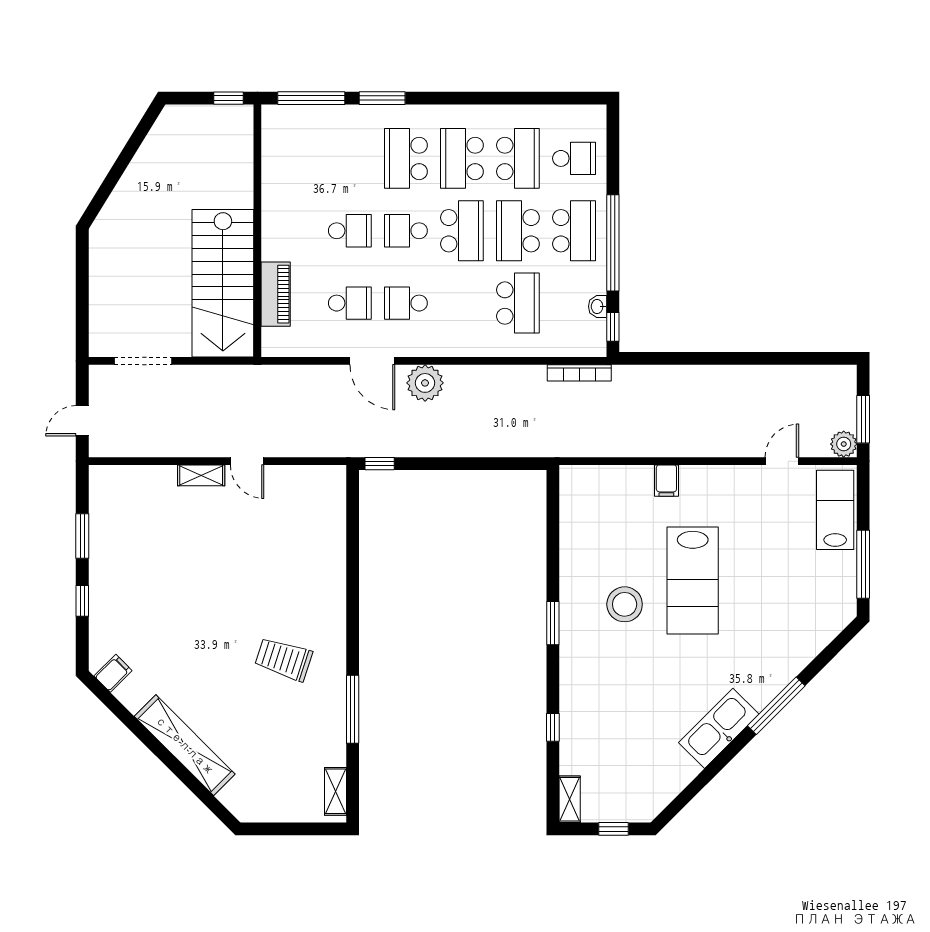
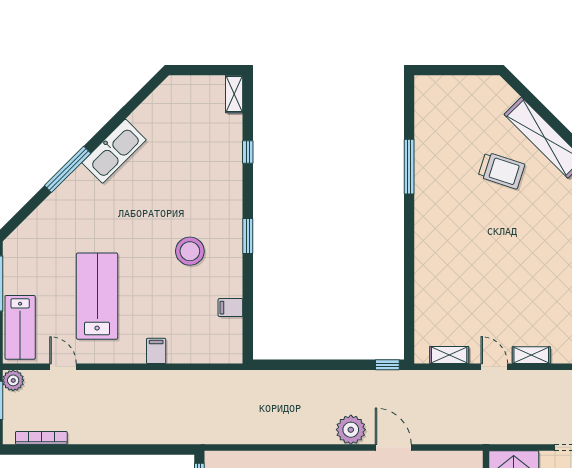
bookcase: (579, 373) -> (41, 438), moved
door: (782, 461) -> (63, 367), swing flipped
filing cabinet: (574, 534) -> (230, 308), added
lab bench: (693, 580) -> (97, 296), moved
trolley: (284, 659) -> (501, 170), moved
shelving: (335, 791) -> (449, 355), moved, turned 90
window: (613, 829) -> (199, 70), removed

